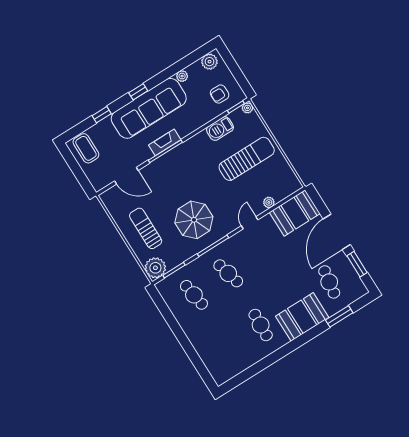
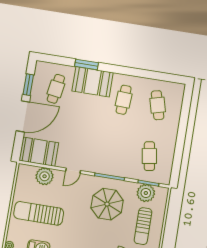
plant: (269, 202) -> (45, 176), width x1.87, depth x1.87
plant: (155, 268) -> (146, 193), moved
cafe table: (228, 273) -> (158, 105), moved
window: (339, 316) -> (86, 64), moved

